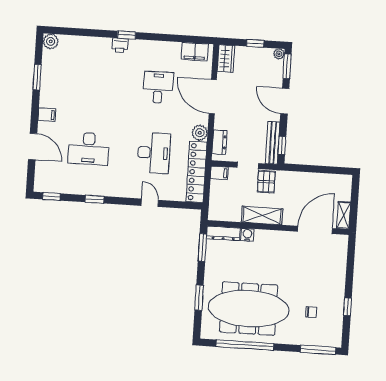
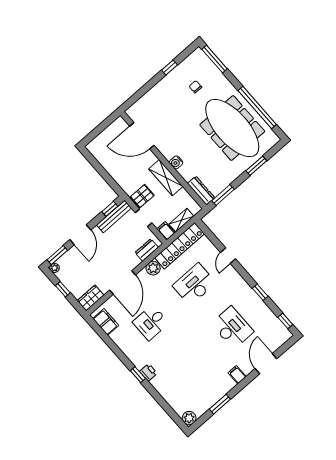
shelving: (344, 215) -> (181, 220), moved
water cooler: (247, 235) -> (176, 162), moved

